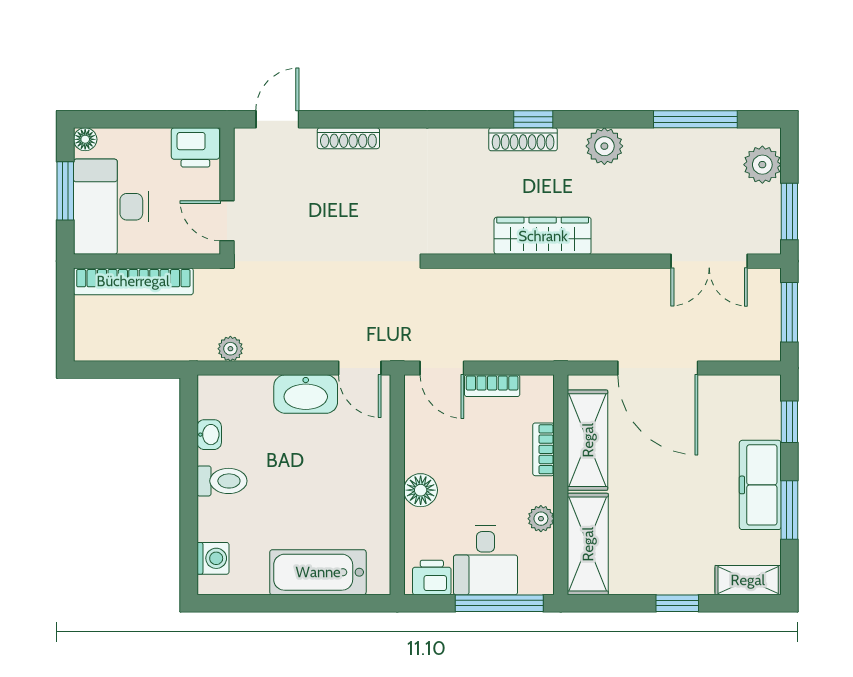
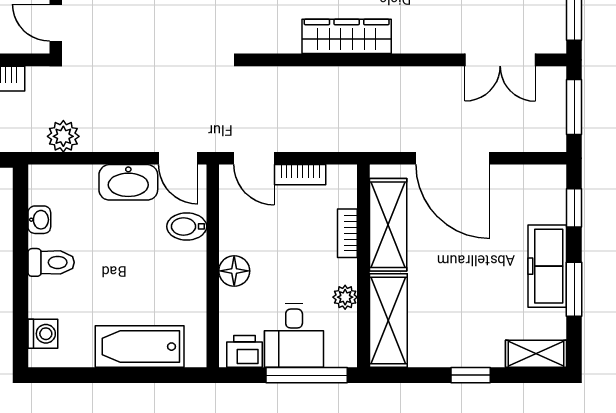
plant: (230, 349) -> (63, 136), width x1.38, depth x1.38
bidet: (369, 442) -> (187, 226), added

